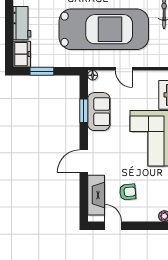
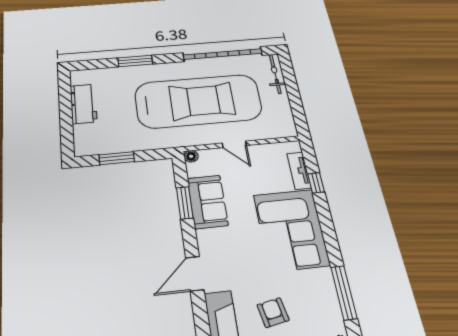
freezer: (22, 54) -> (86, 140), removed
armchair: (128, 192) -> (273, 313), turned -96

